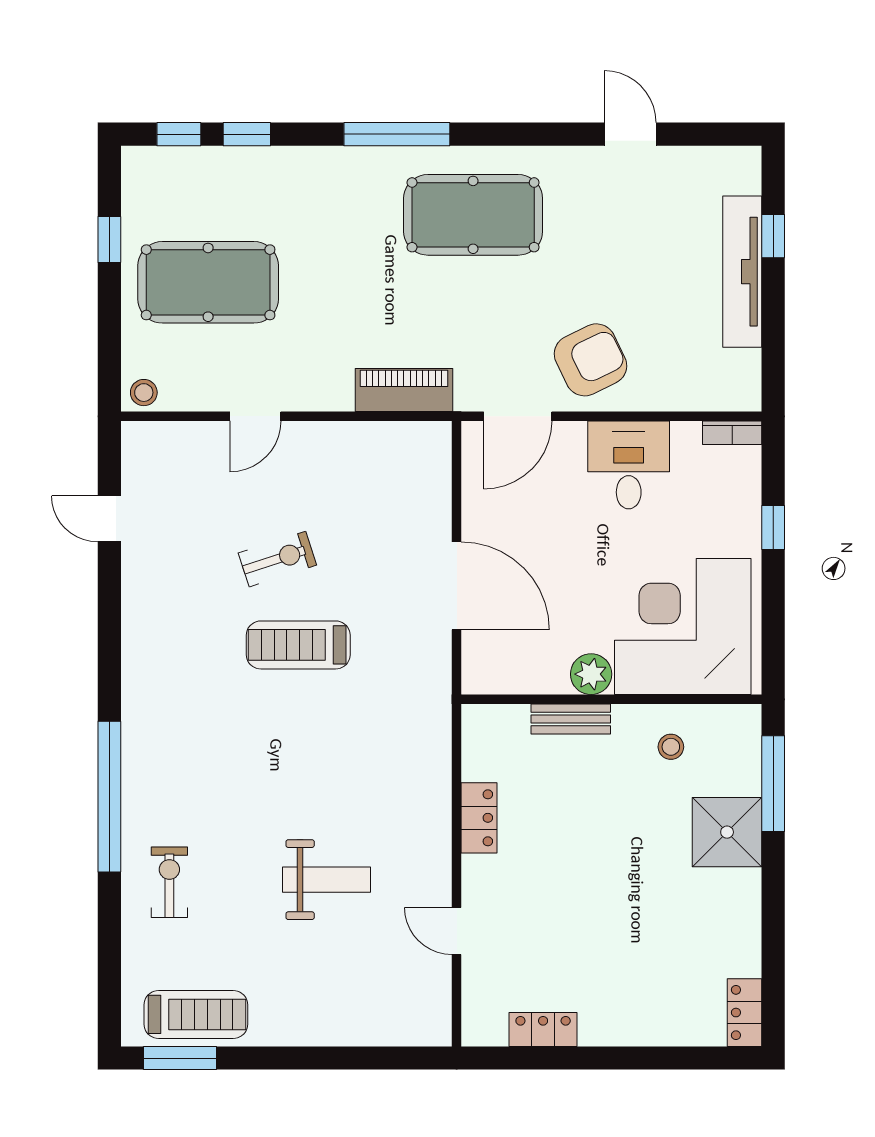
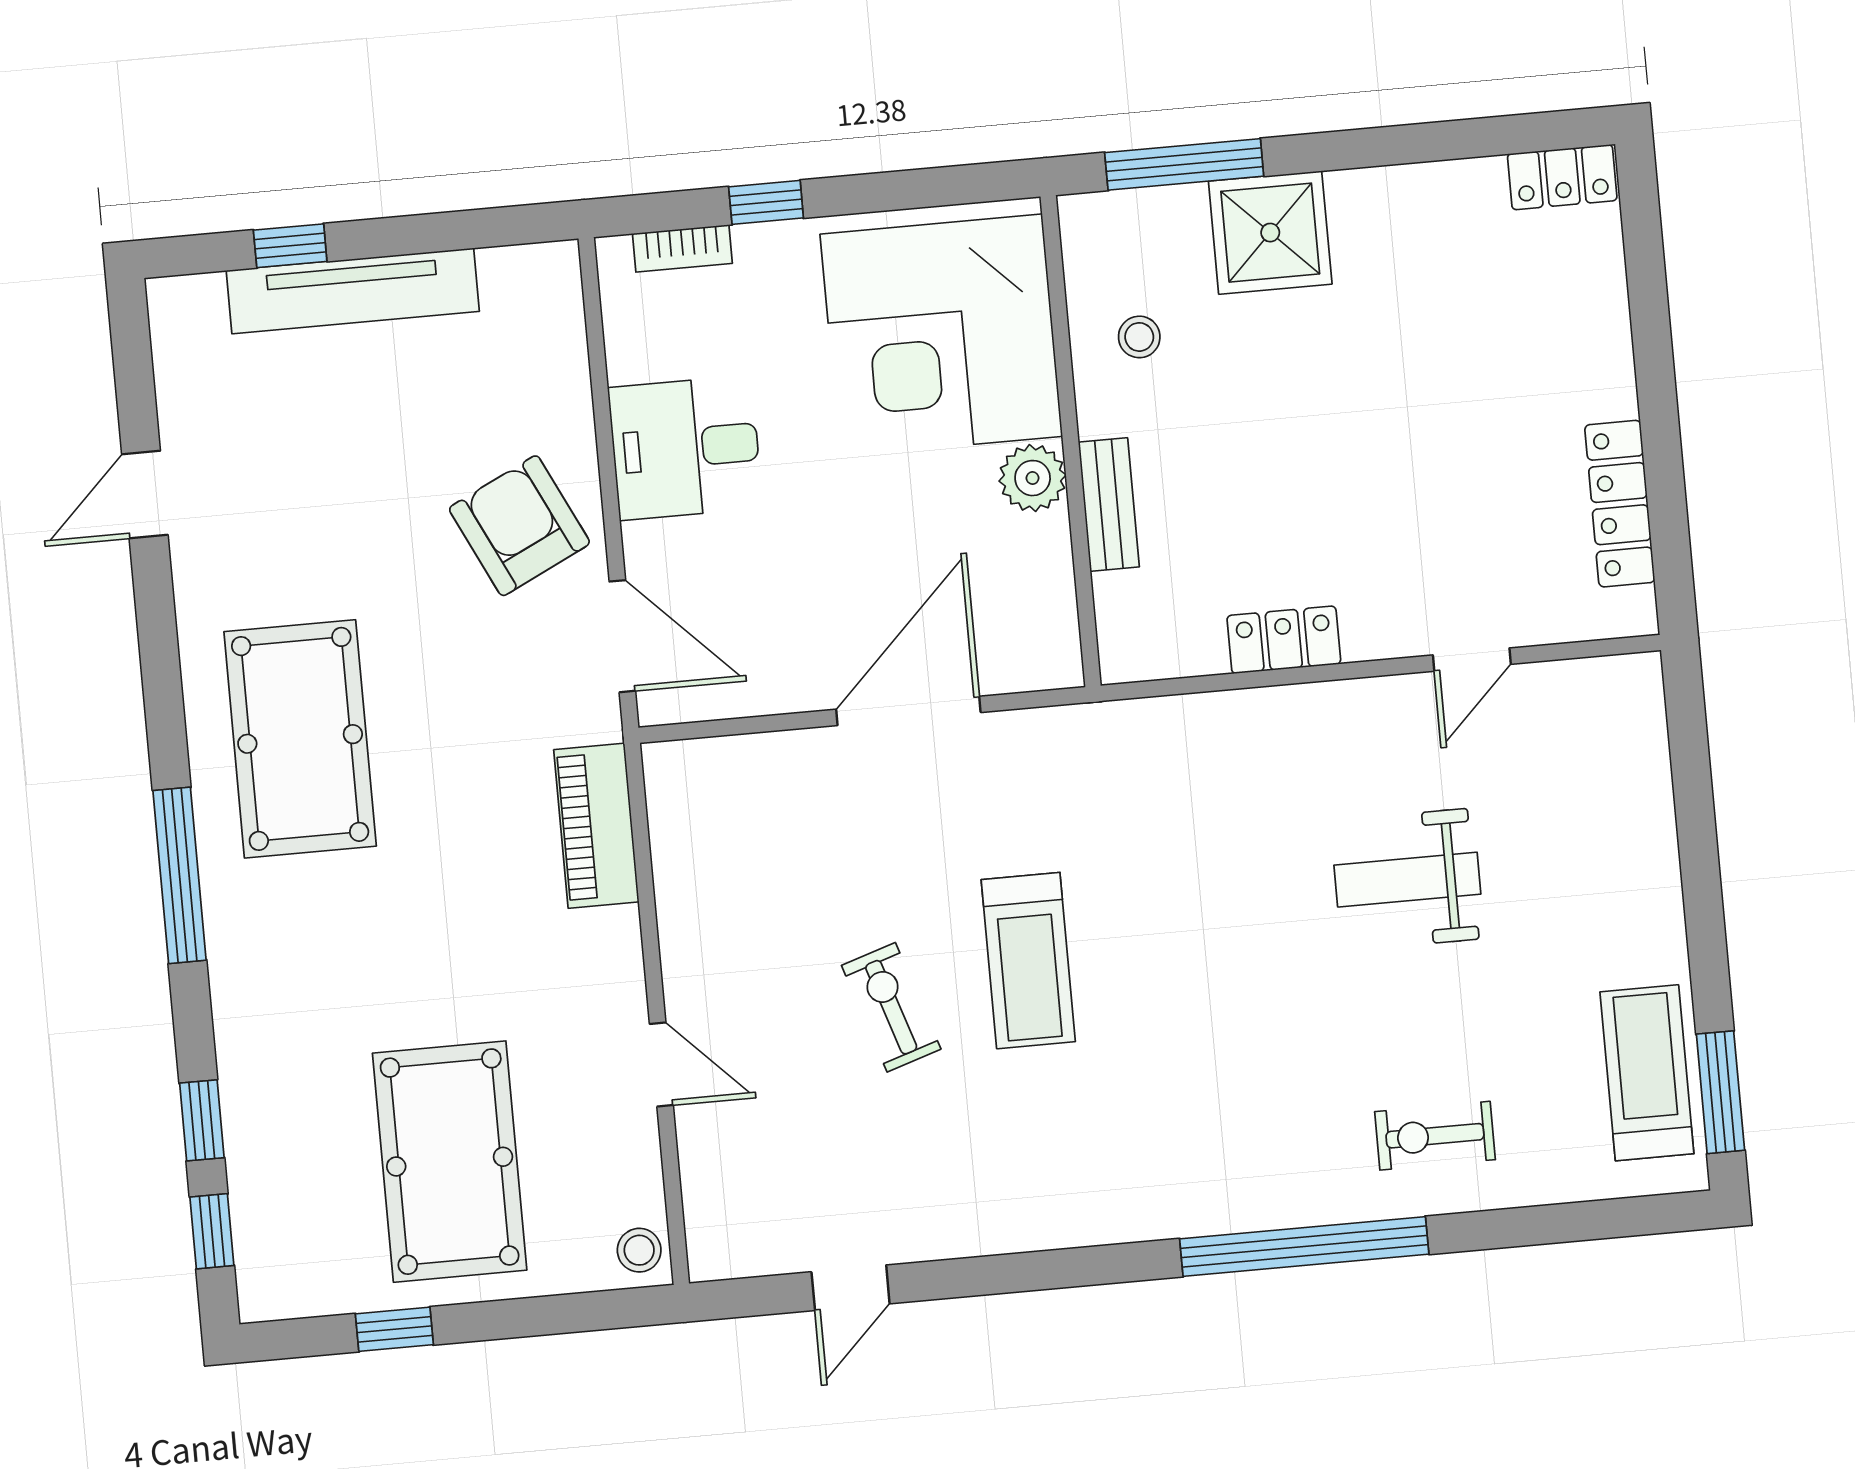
bookcase: (732, 433) -> (682, 248), moved, turned 90
weight bench: (326, 880) -> (1407, 880), turned -90
locker: (543, 1029) -> (1620, 504), width x1.53

